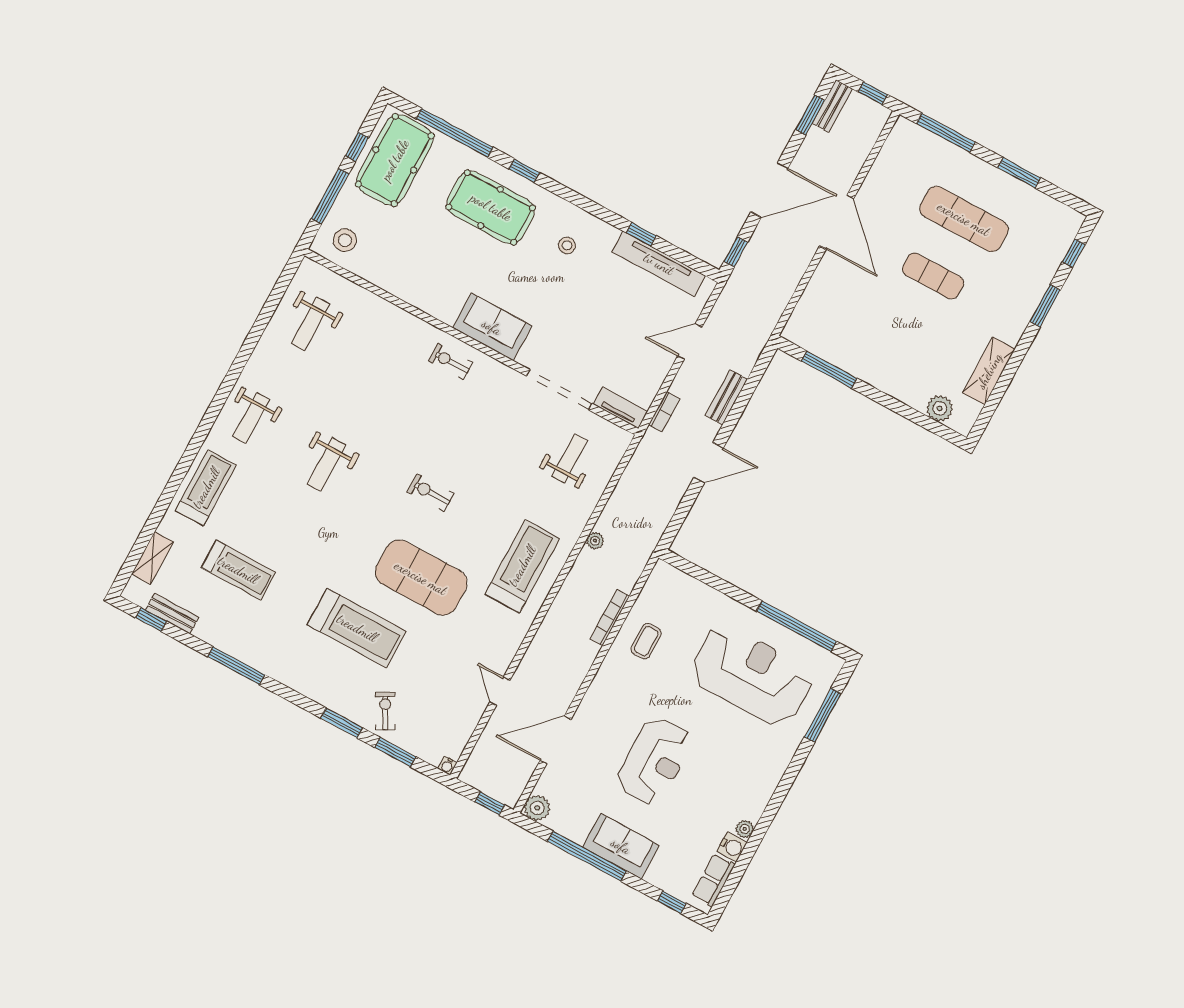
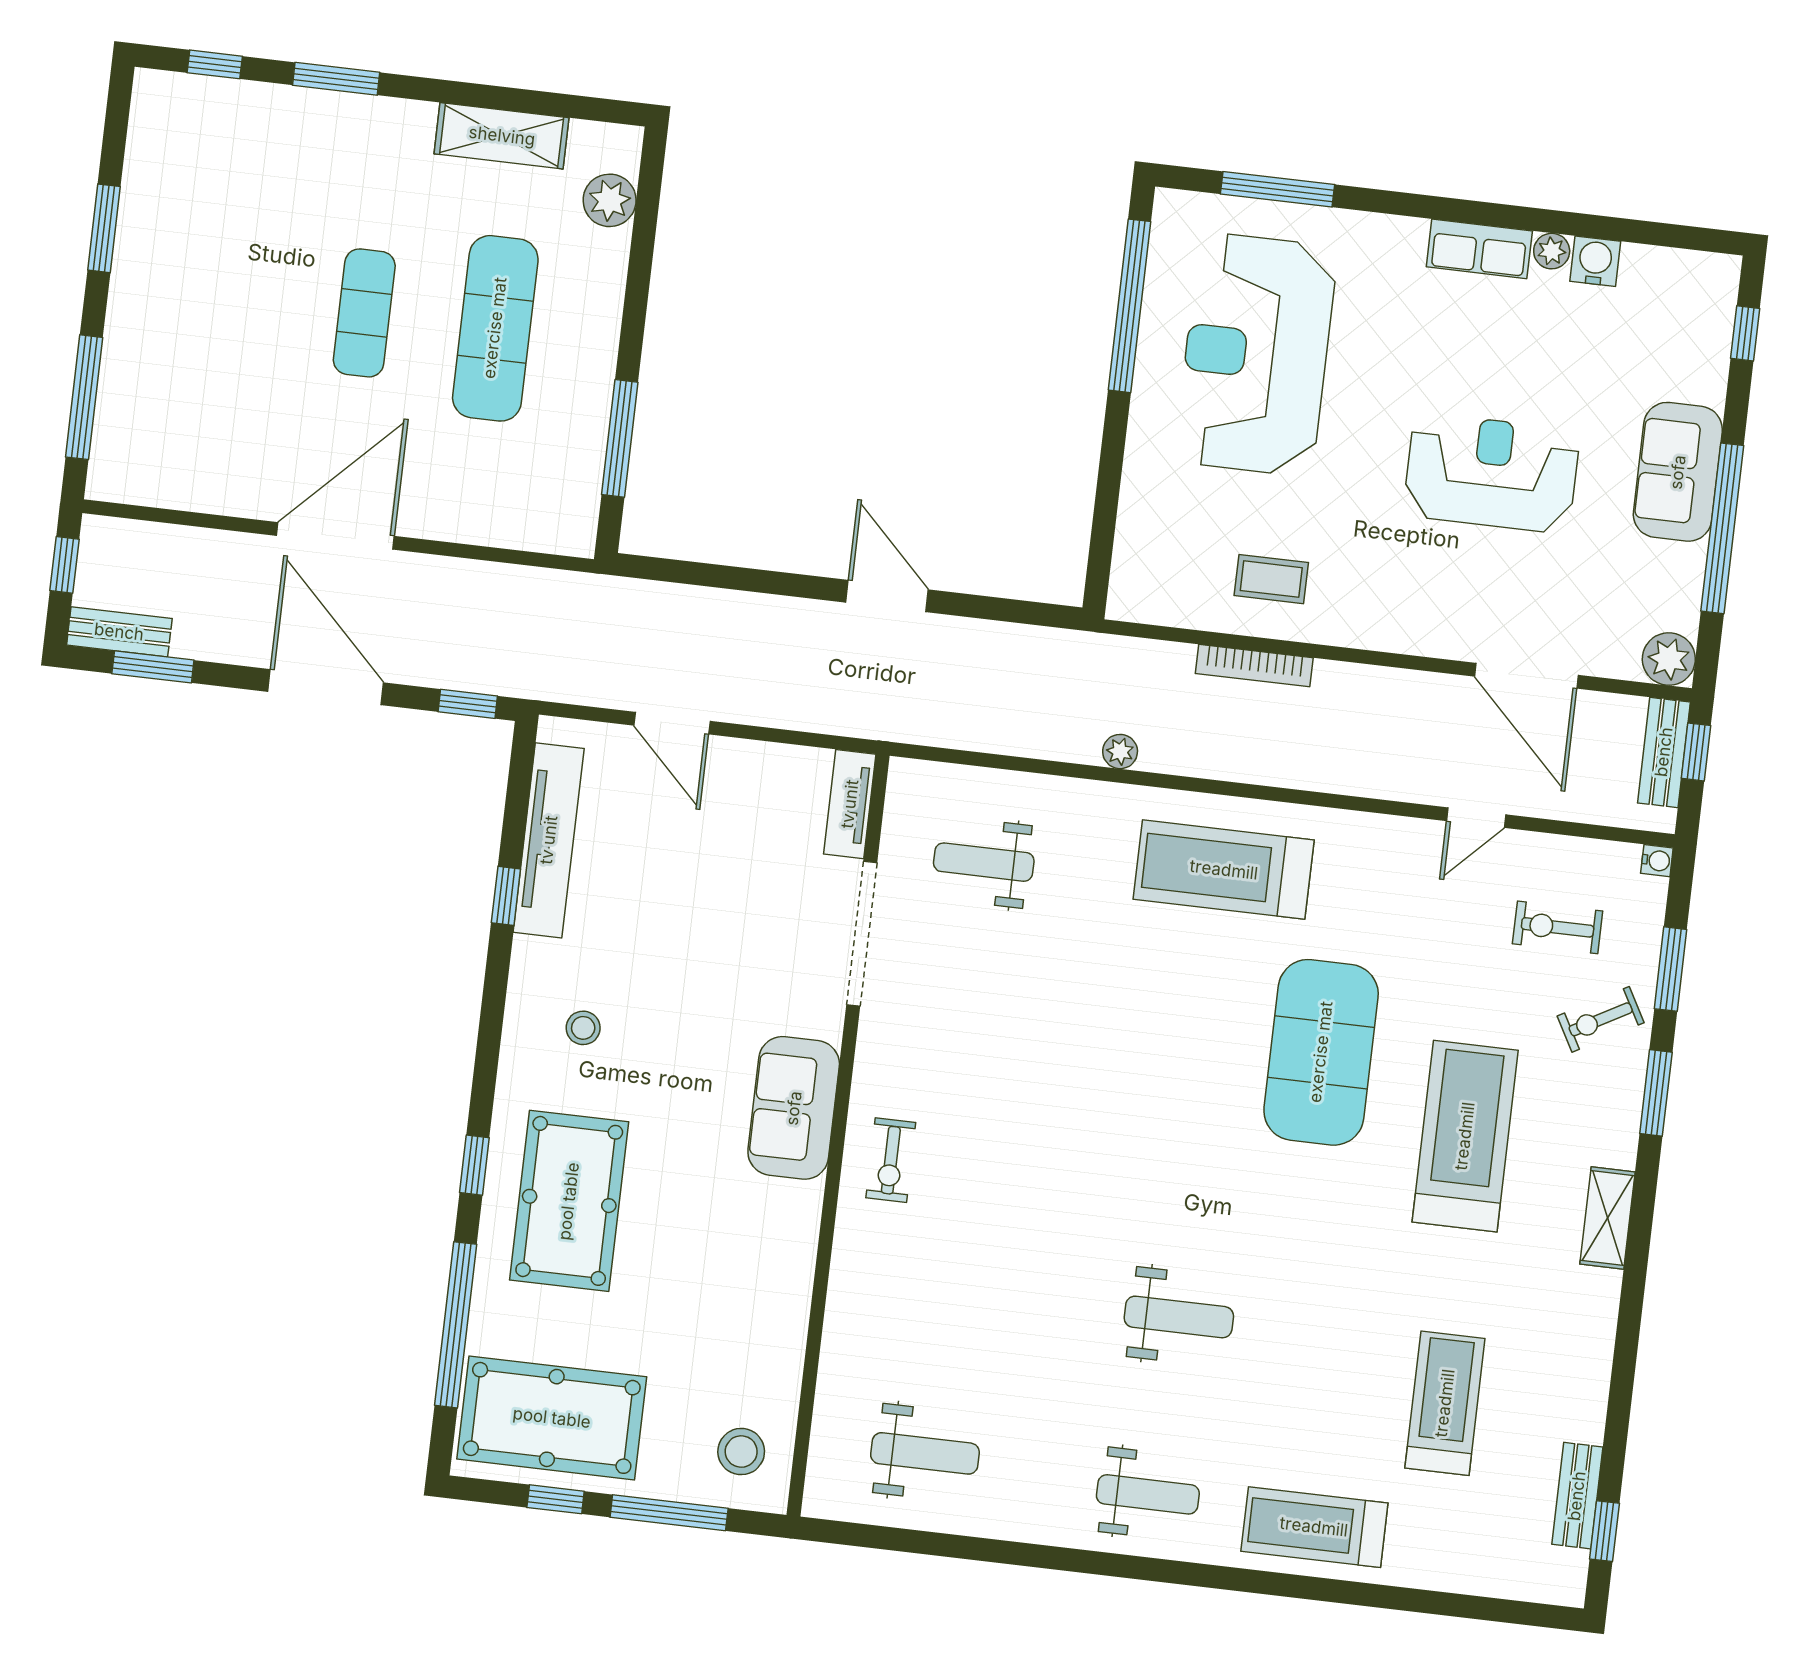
exercise mat: (964, 219) -> (495, 328), moved
bench: (726, 397) -> (1664, 752), moved, turned 90
bookcase: (664, 412) -> (824, 718), removed
exercise bike: (430, 493) -> (1558, 927), moved, turned 90
shelving: (152, 558) -> (1607, 1218), moved, turned 90
window: (236, 666) -> (1627, 1335), removed
row of seats: (713, 880) -> (1479, 249), moved

